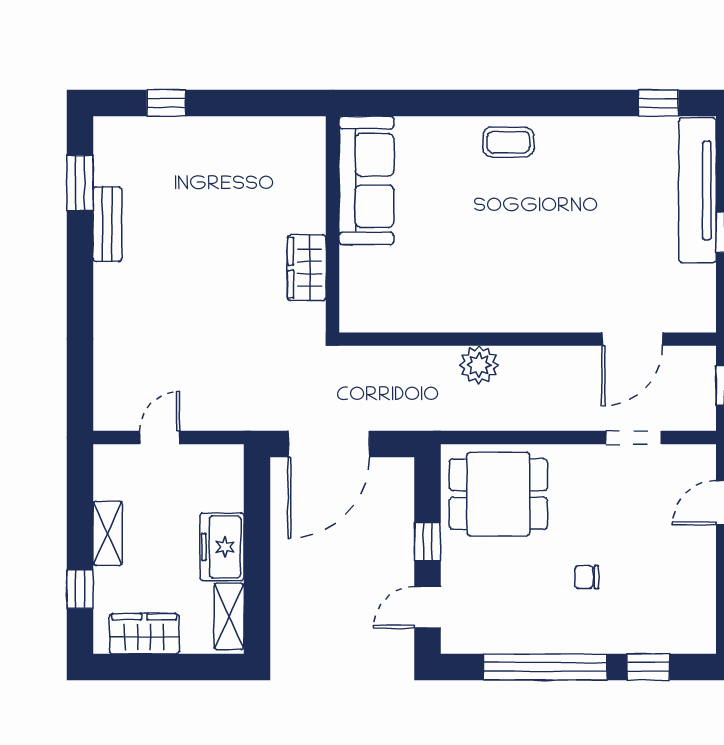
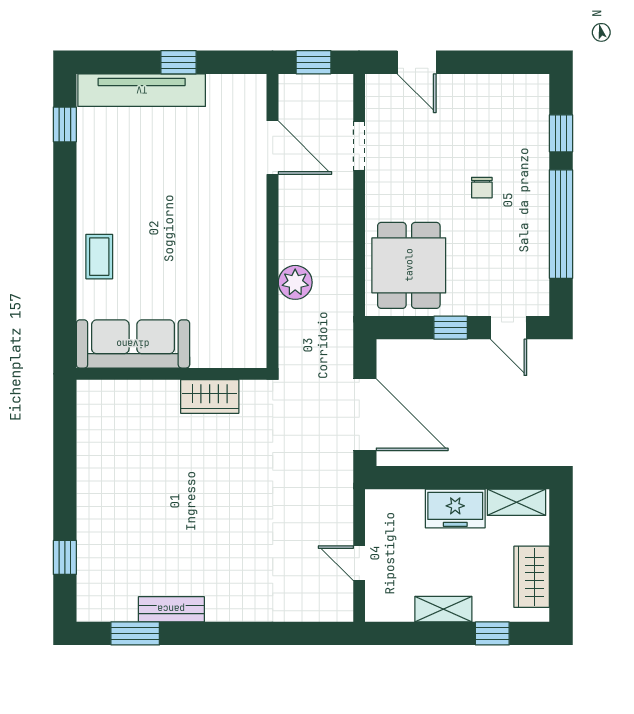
sofa: (366, 180) -> (133, 344), moved
wall: (332, 224) -> (172, 374), moved
wardrobe: (307, 268) -> (210, 396), moved

